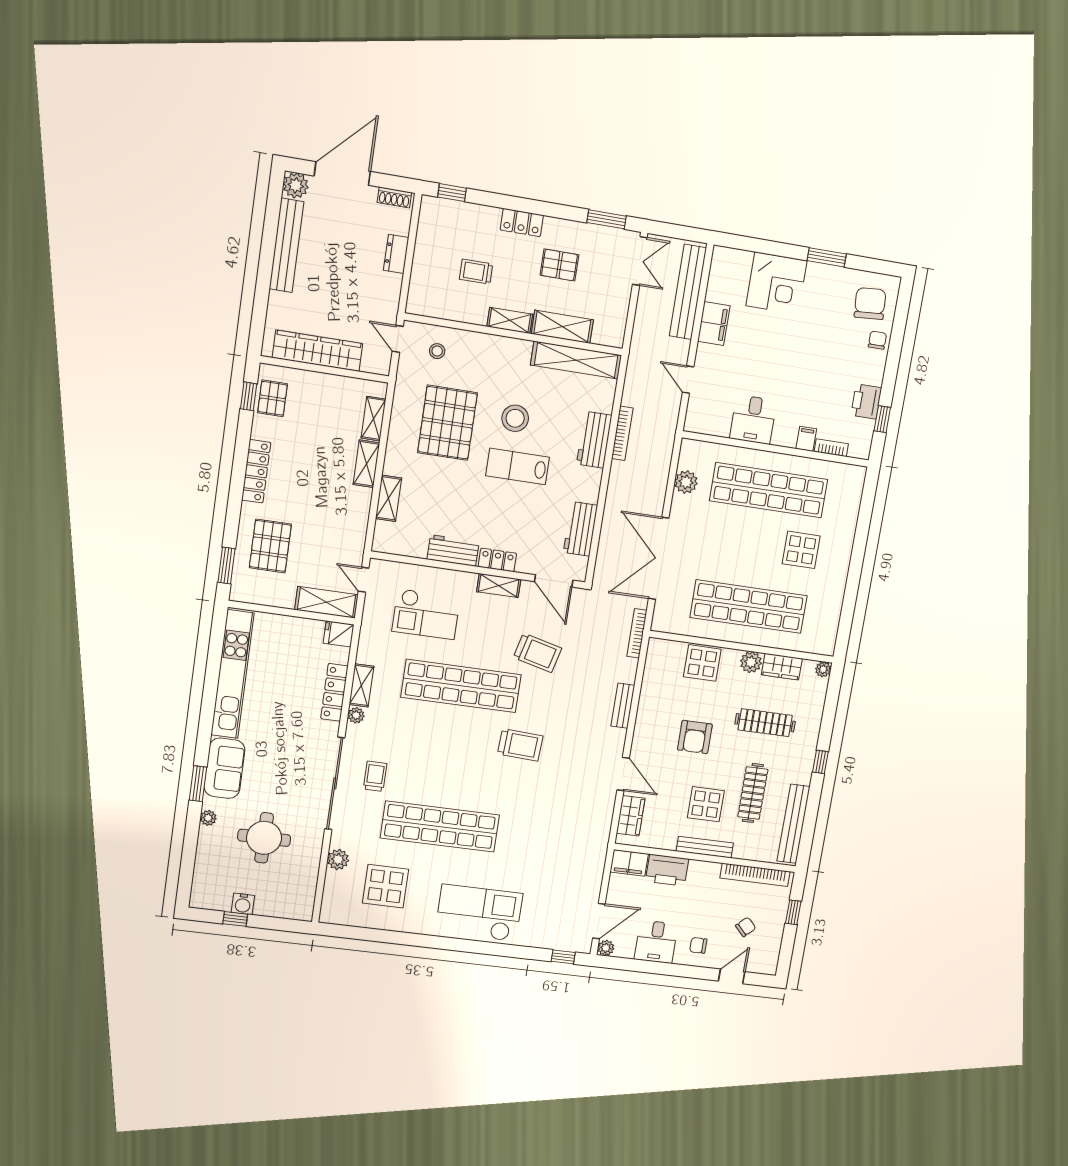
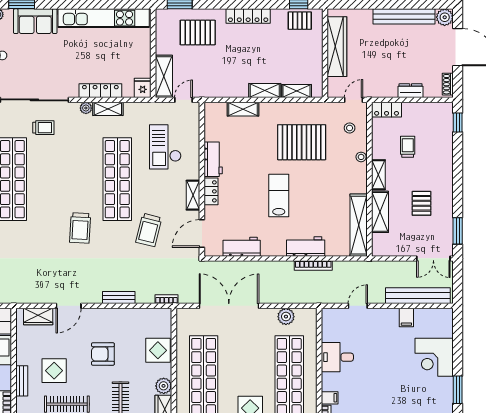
locker: (522, 223) -> (387, 110), moved, turned -90
filing cabinet: (714, 323) -> (406, 318), width x0.50
stool: (515, 418) -> (361, 157), moved, width x0.53, depth x0.53
bookcase: (637, 633) -> (166, 299), width x0.64
bench: (705, 847) -> (22, 381), width x0.73

